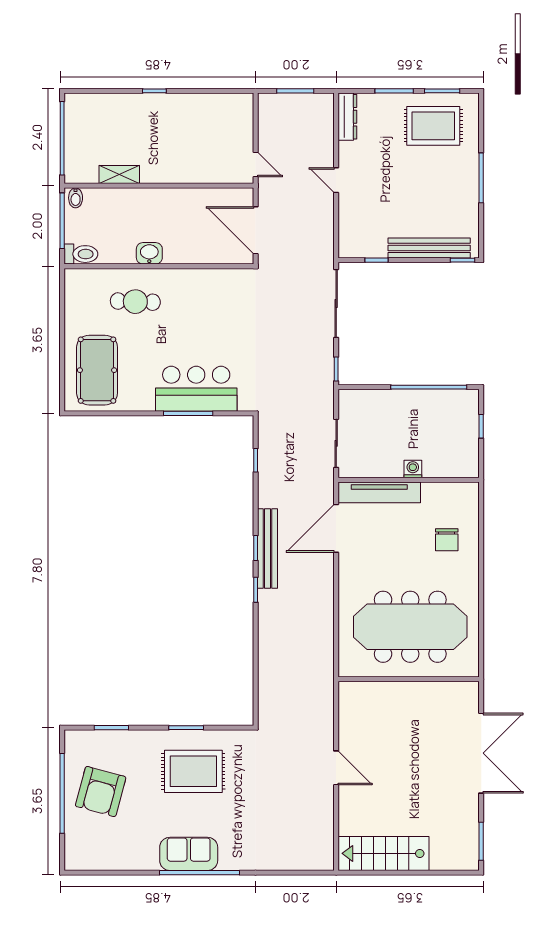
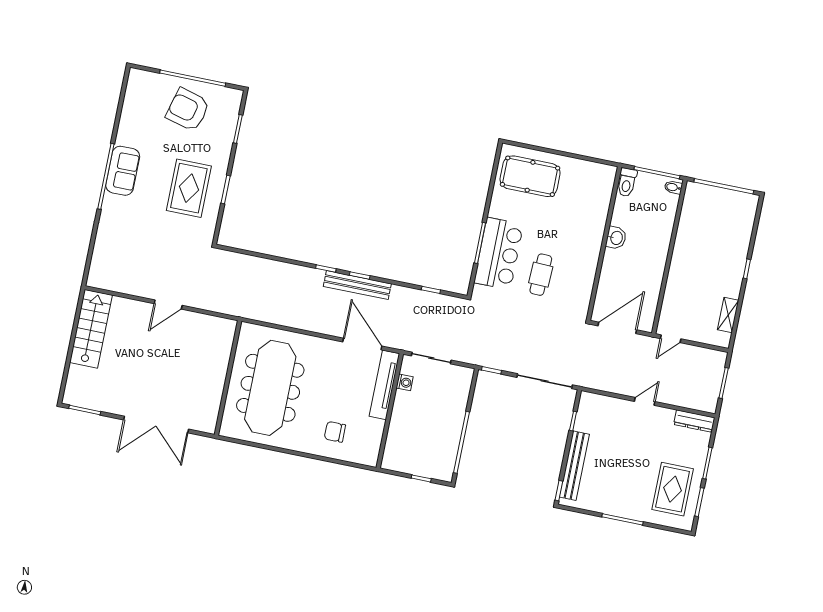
shelving: (119, 175) -> (728, 315), moved
cafe table: (135, 302) -> (541, 275), moved
washing machine: (413, 469) -> (405, 382), moved

